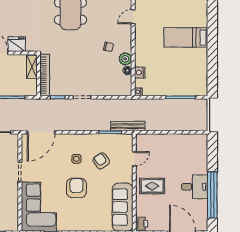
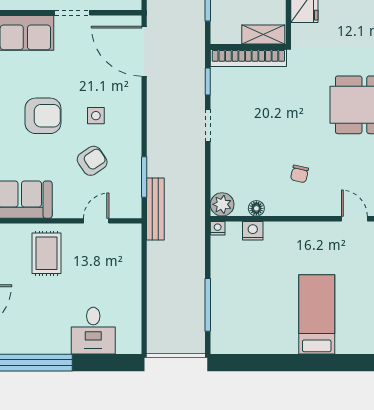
plant: (125, 59) -> (222, 204), moved
door: (134, 159) -> (96, 221), swing flipped
desk: (195, 187) -> (93, 331), moved

